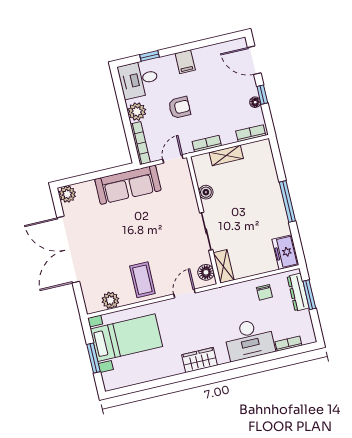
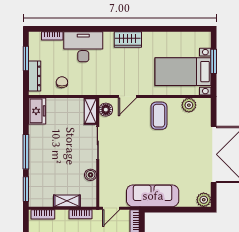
window: (277, 158) -> (26, 189), added
window: (309, 295) -> (26, 58), moved

